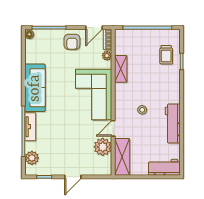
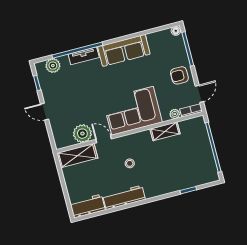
door: (94, 28) -> (199, 94), swing flipped
trolley: (166, 55) -> (191, 173), removed
workbench: (164, 167) -> (88, 206), moved, turned -90

